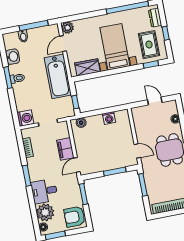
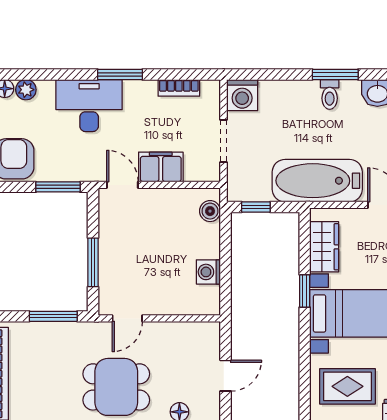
window: (151, 64) -> (305, 291), moved
desk: (44, 191) -> (89, 106), width x1.37
plant: (45, 212) -> (26, 90), width x0.53, depth x0.53

